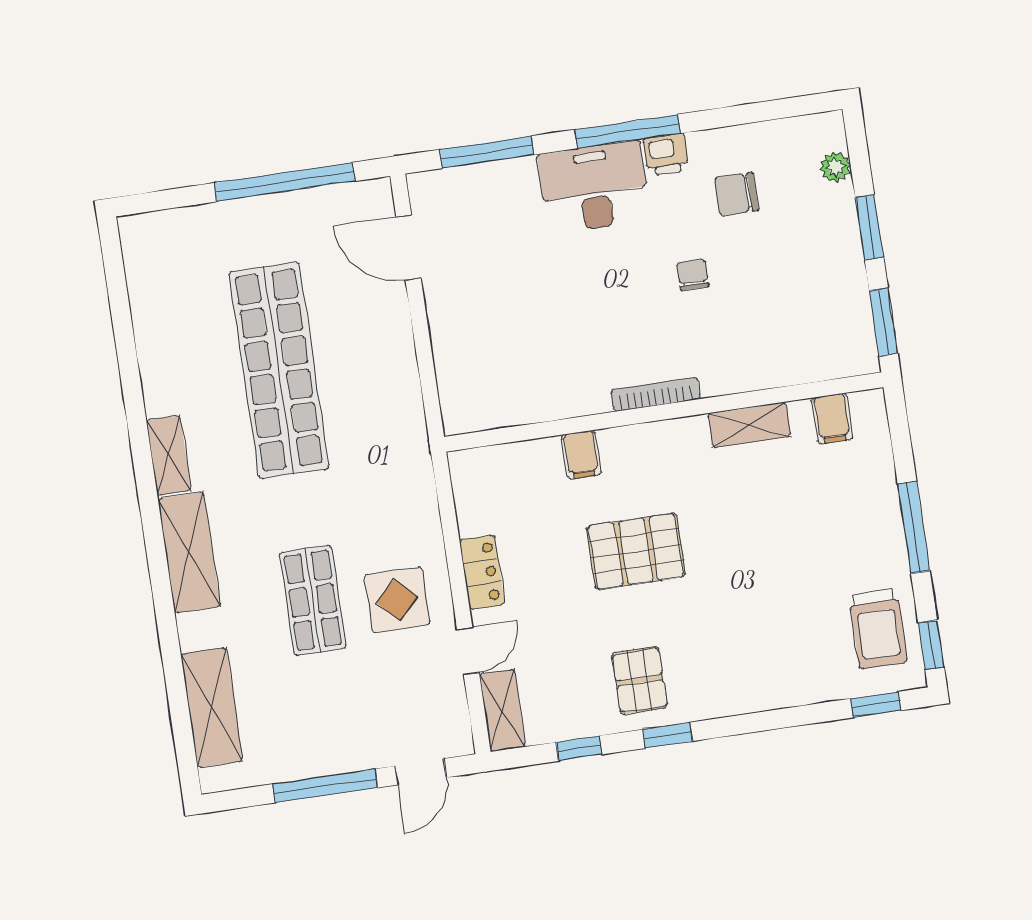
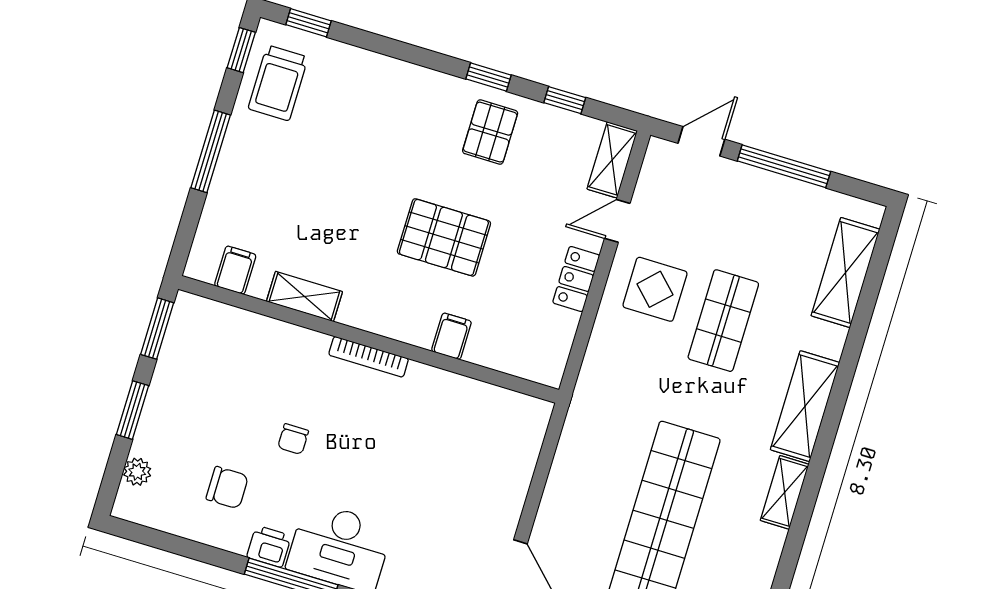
trolley: (878, 629) -> (278, 83), turned 180

